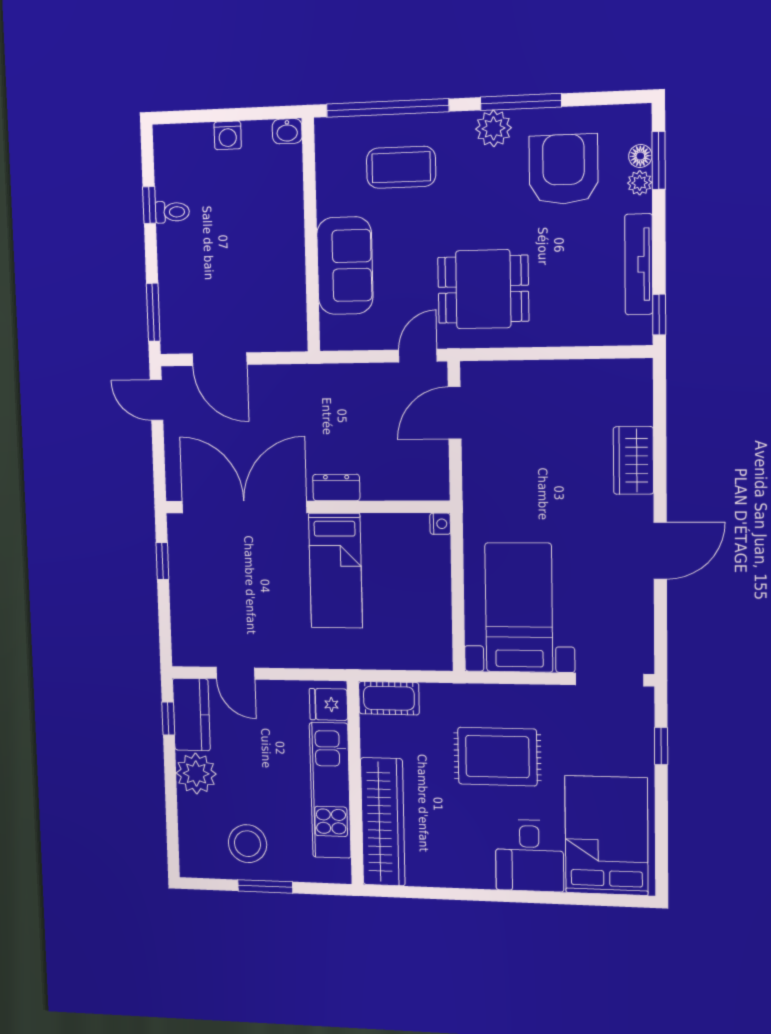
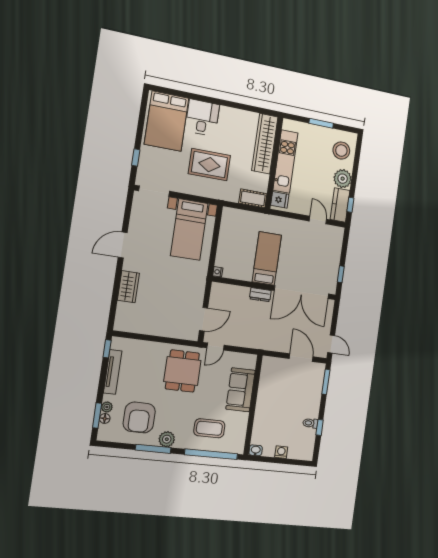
dining table: (483, 289) -> (182, 371), turned 90
stool: (248, 844) -> (341, 151), moved

